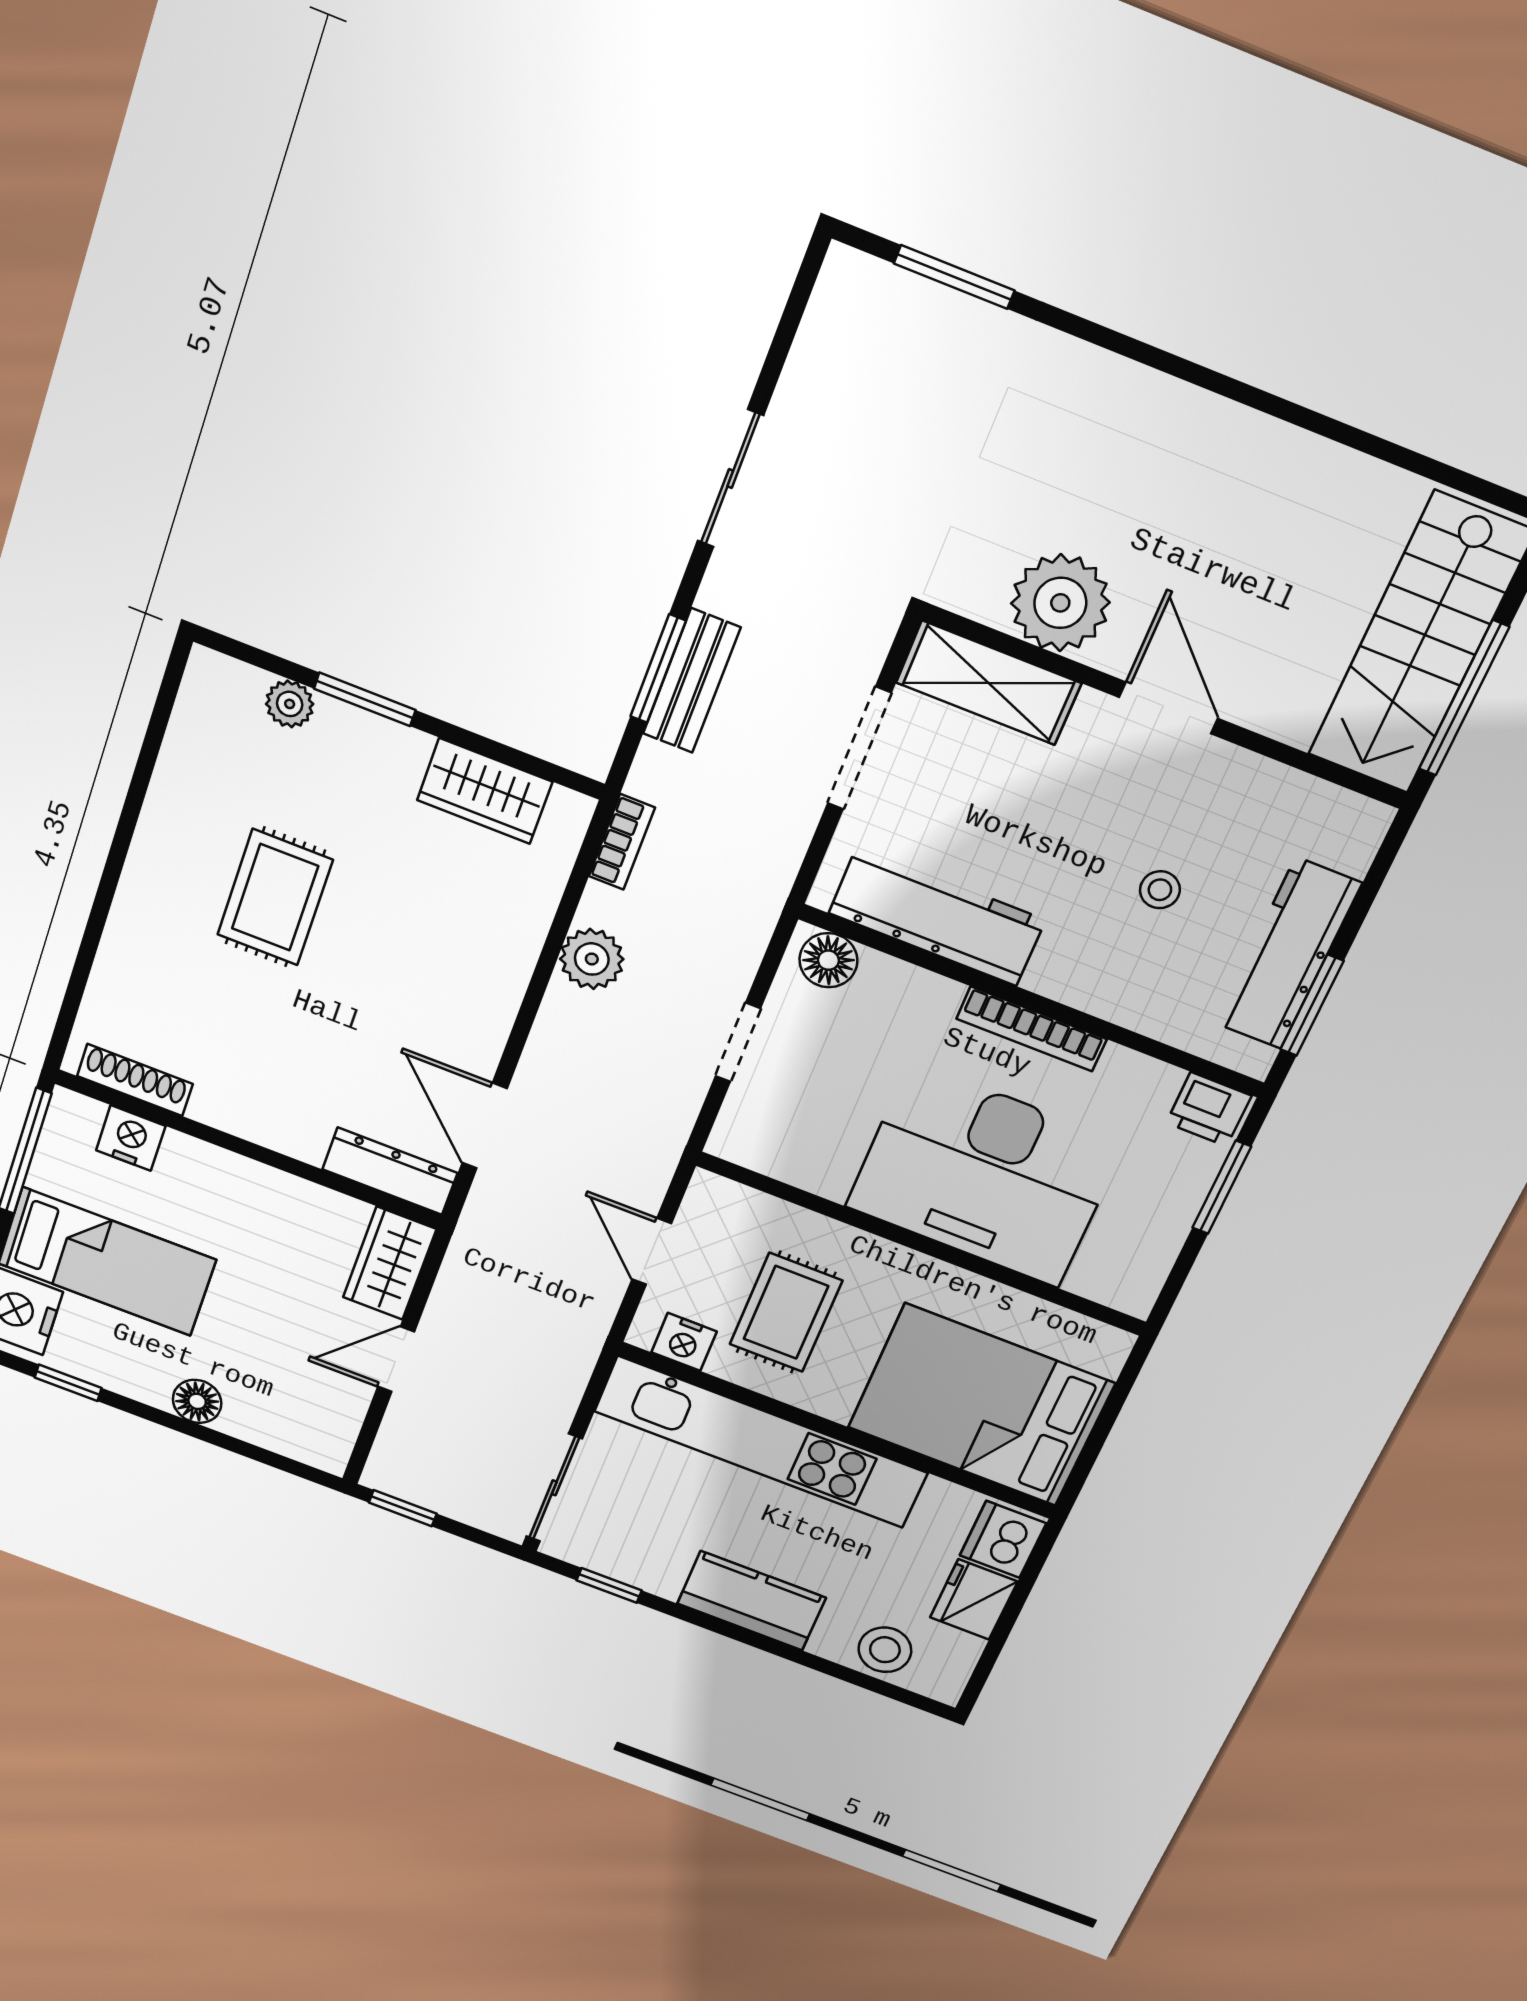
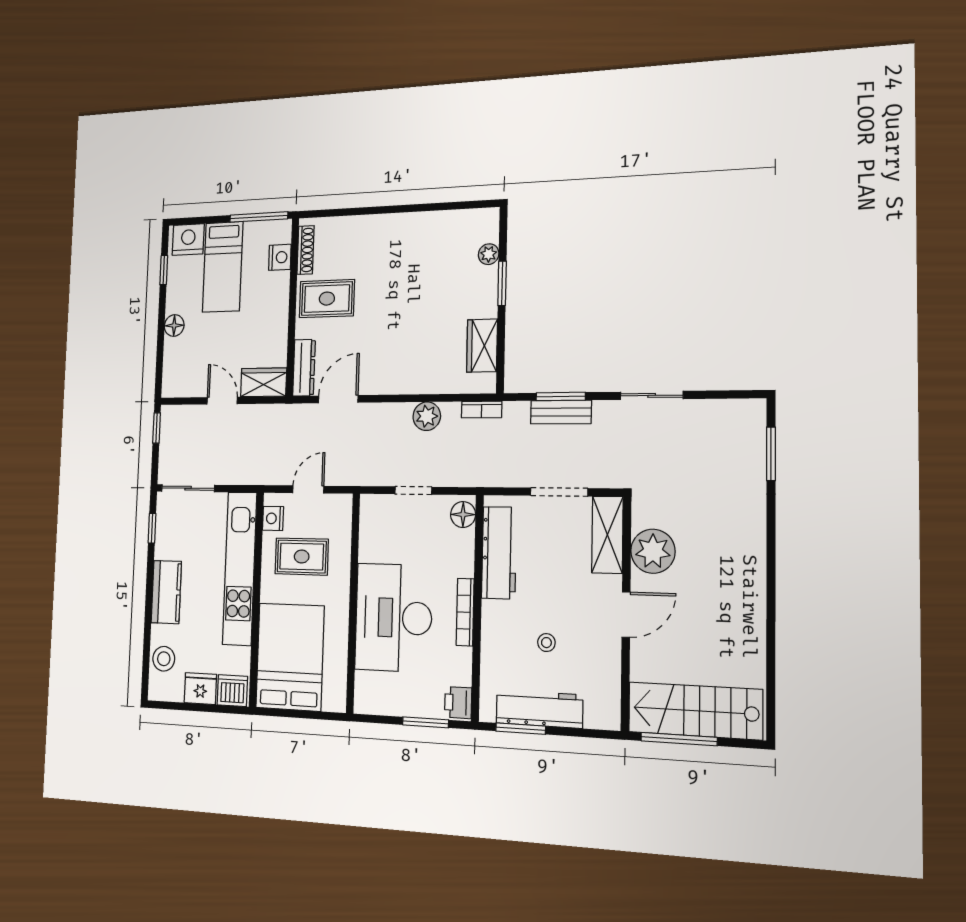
rug: (275, 897) -> (327, 299), moved

